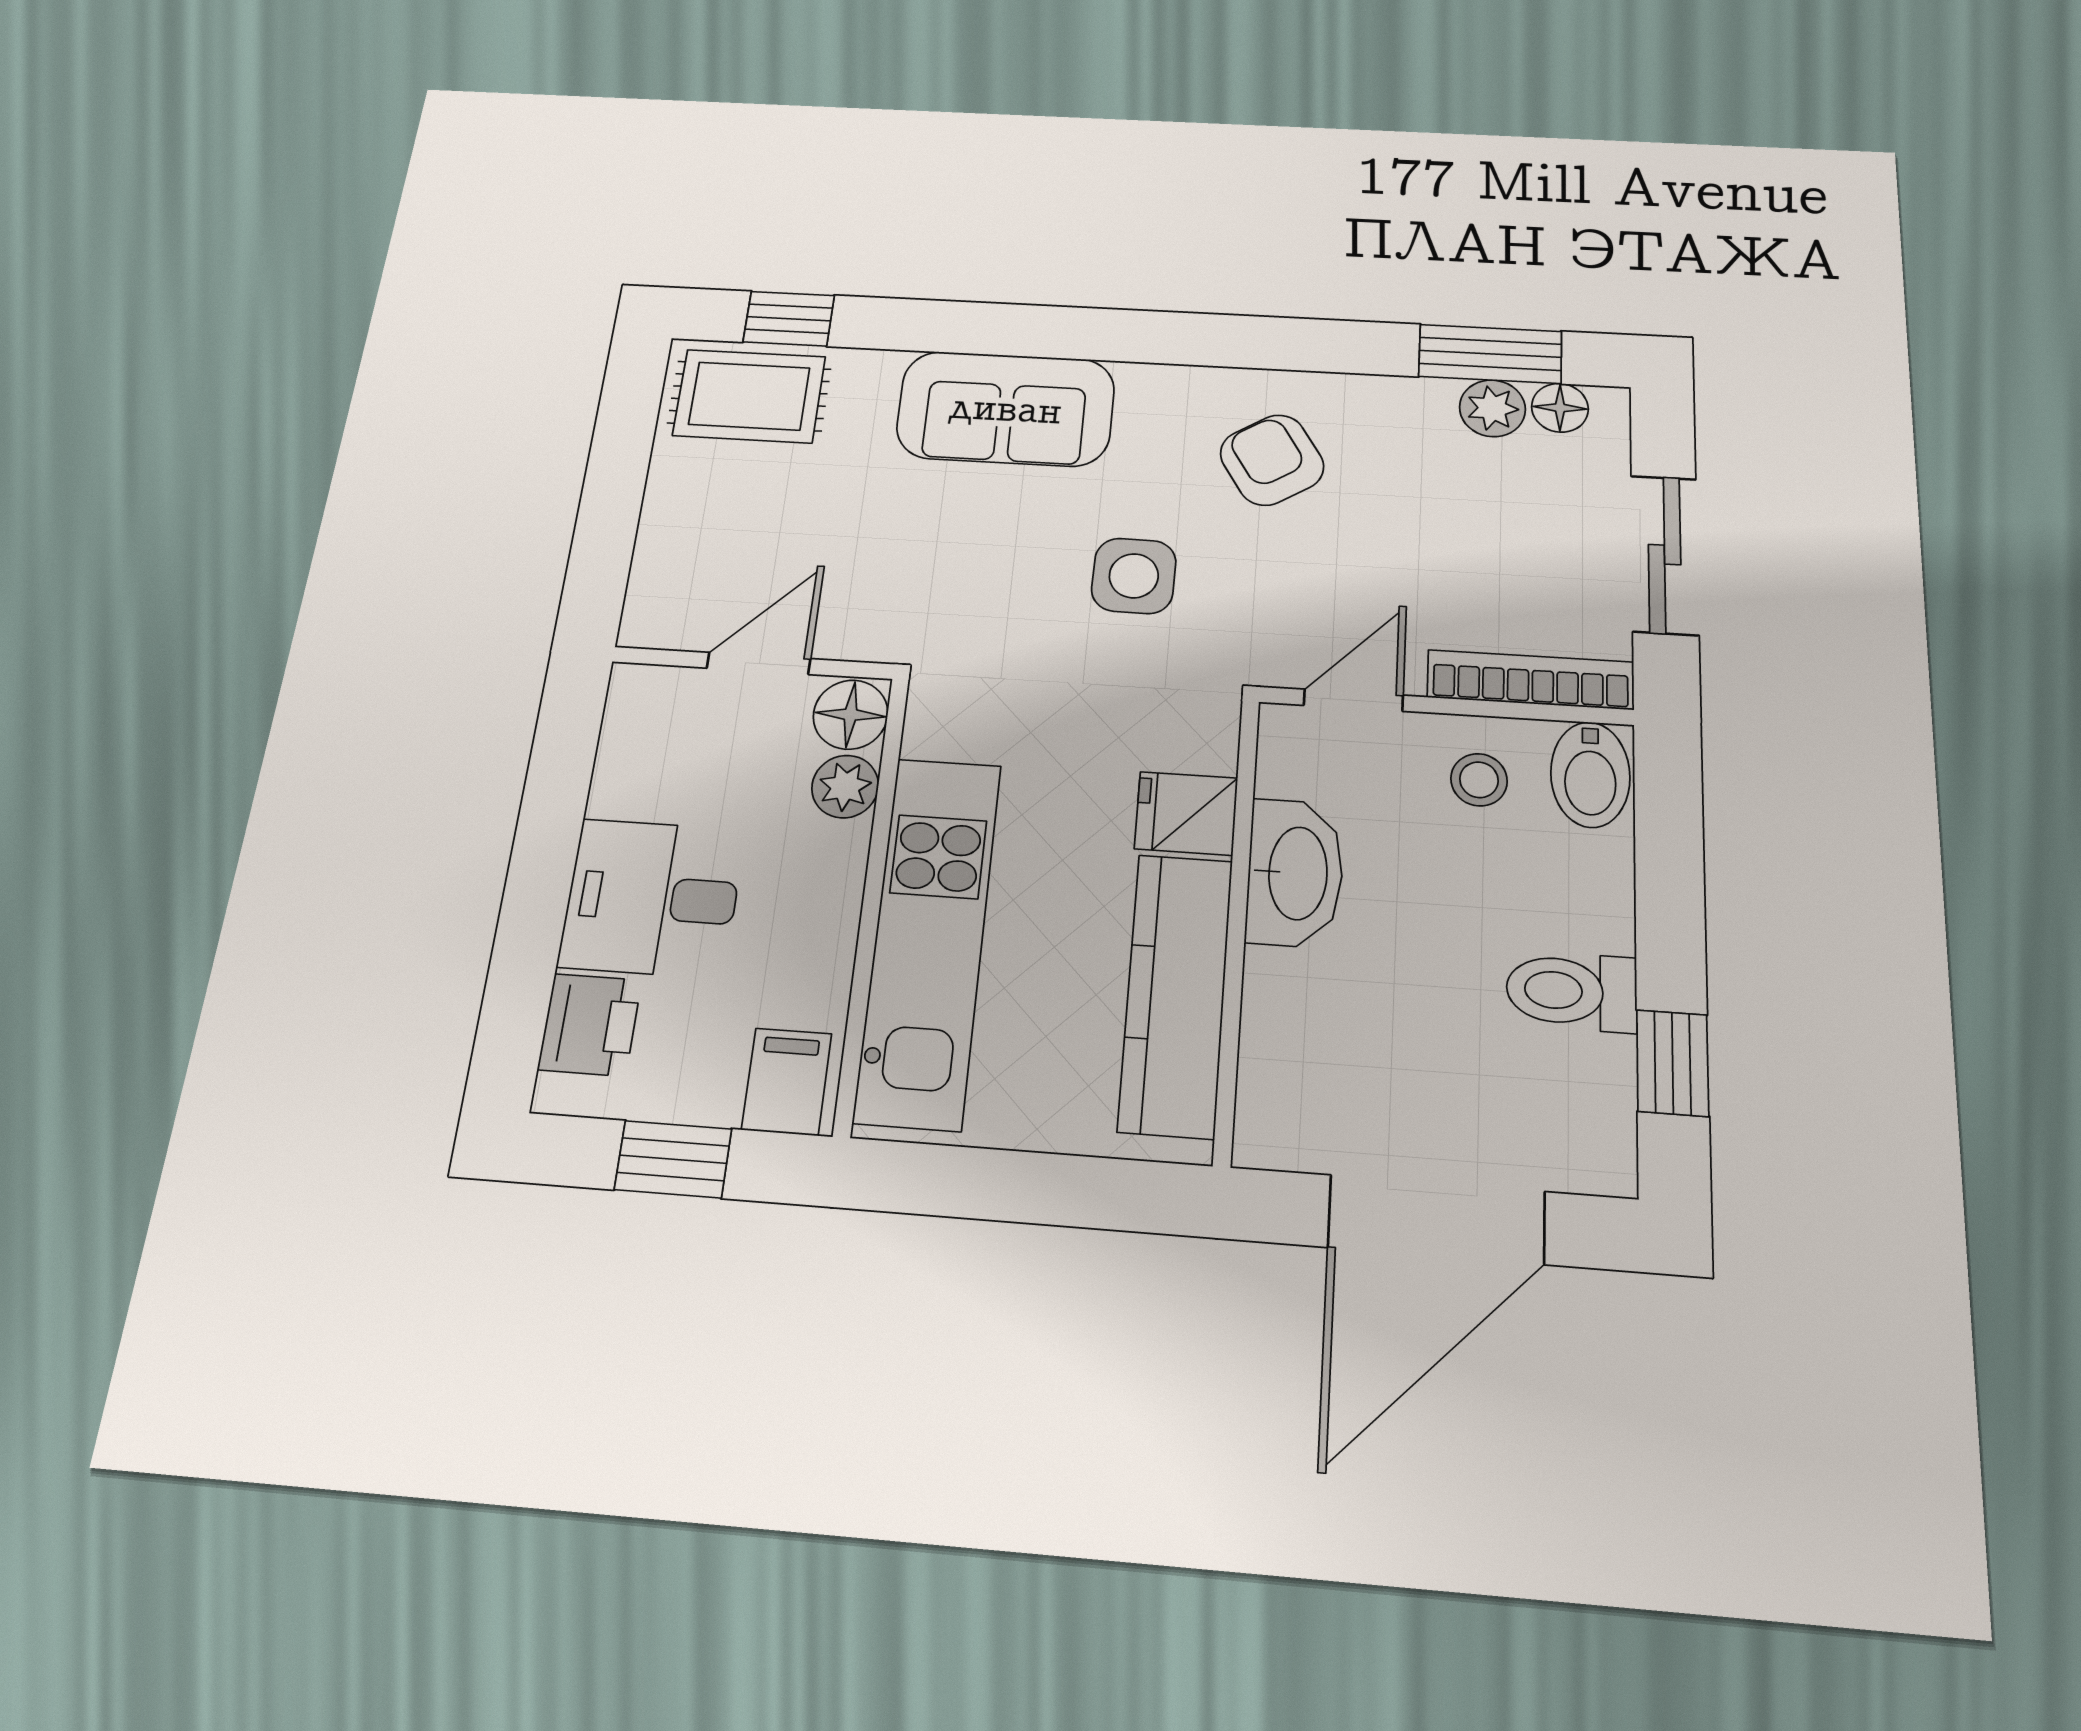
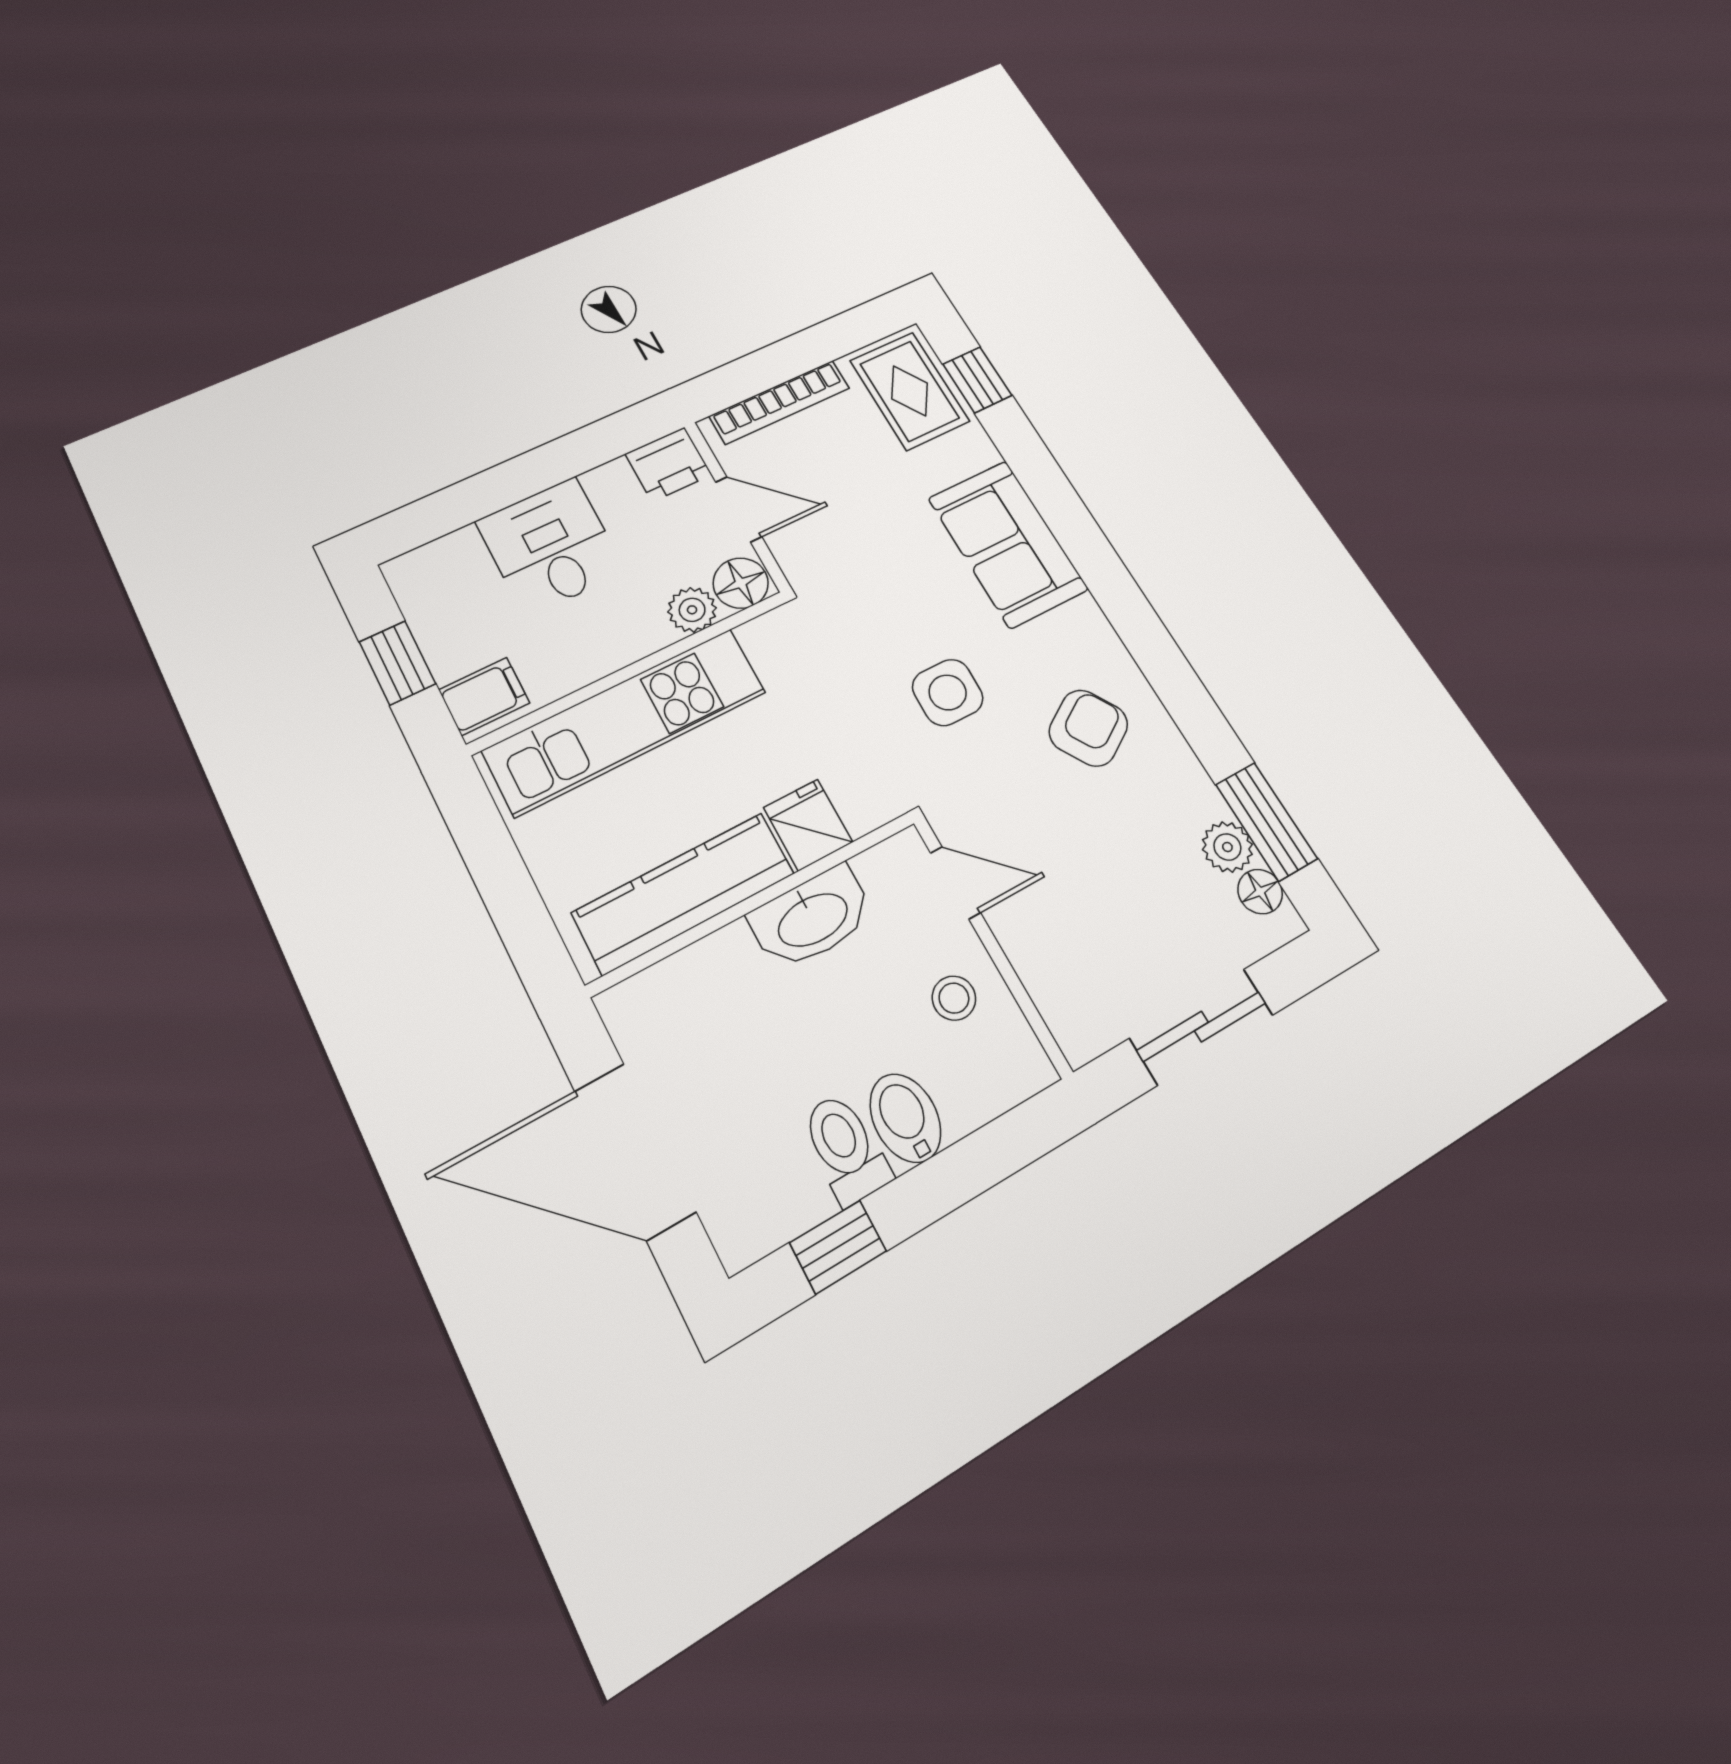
bookcase: (1530, 680) -> (780, 402), moved, turned 90
bidet: (1590, 775) -> (905, 1118), moved, turned 90
printer: (590, 1025) -> (668, 464), moved

